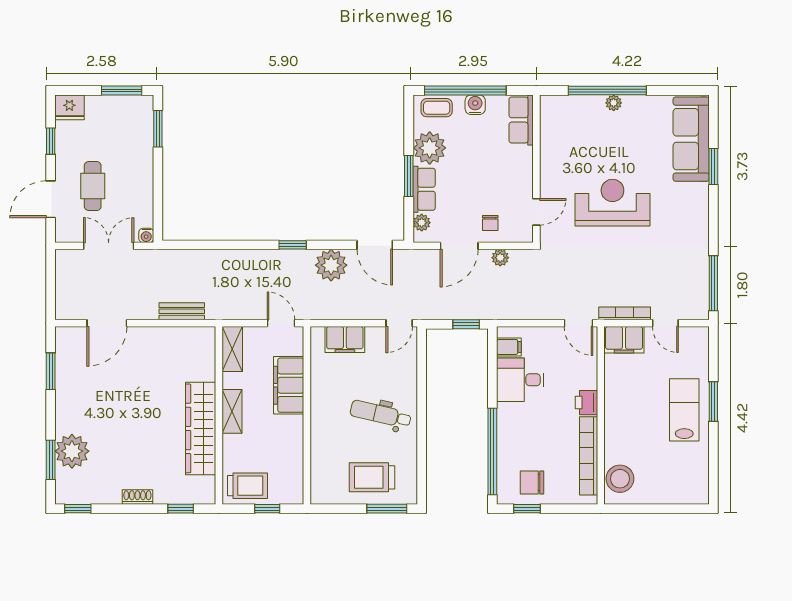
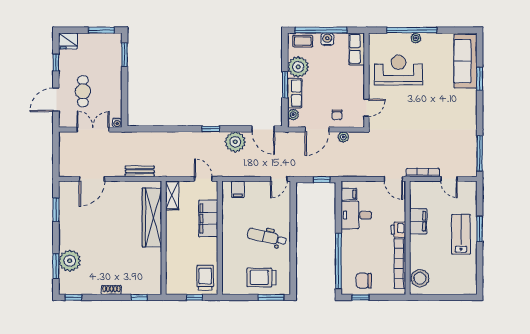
reception desk: (612, 203) -> (398, 70), moved
filing cabinet: (345, 340) -> (238, 189), width x0.50
filing cabinet: (624, 340) -> (418, 221), moved, turned -90
shelving: (232, 411) -> (172, 235), removed
wardrobe: (201, 428) -> (152, 217), moved
trolley: (248, 486) -> (205, 278), moved, turned -90

